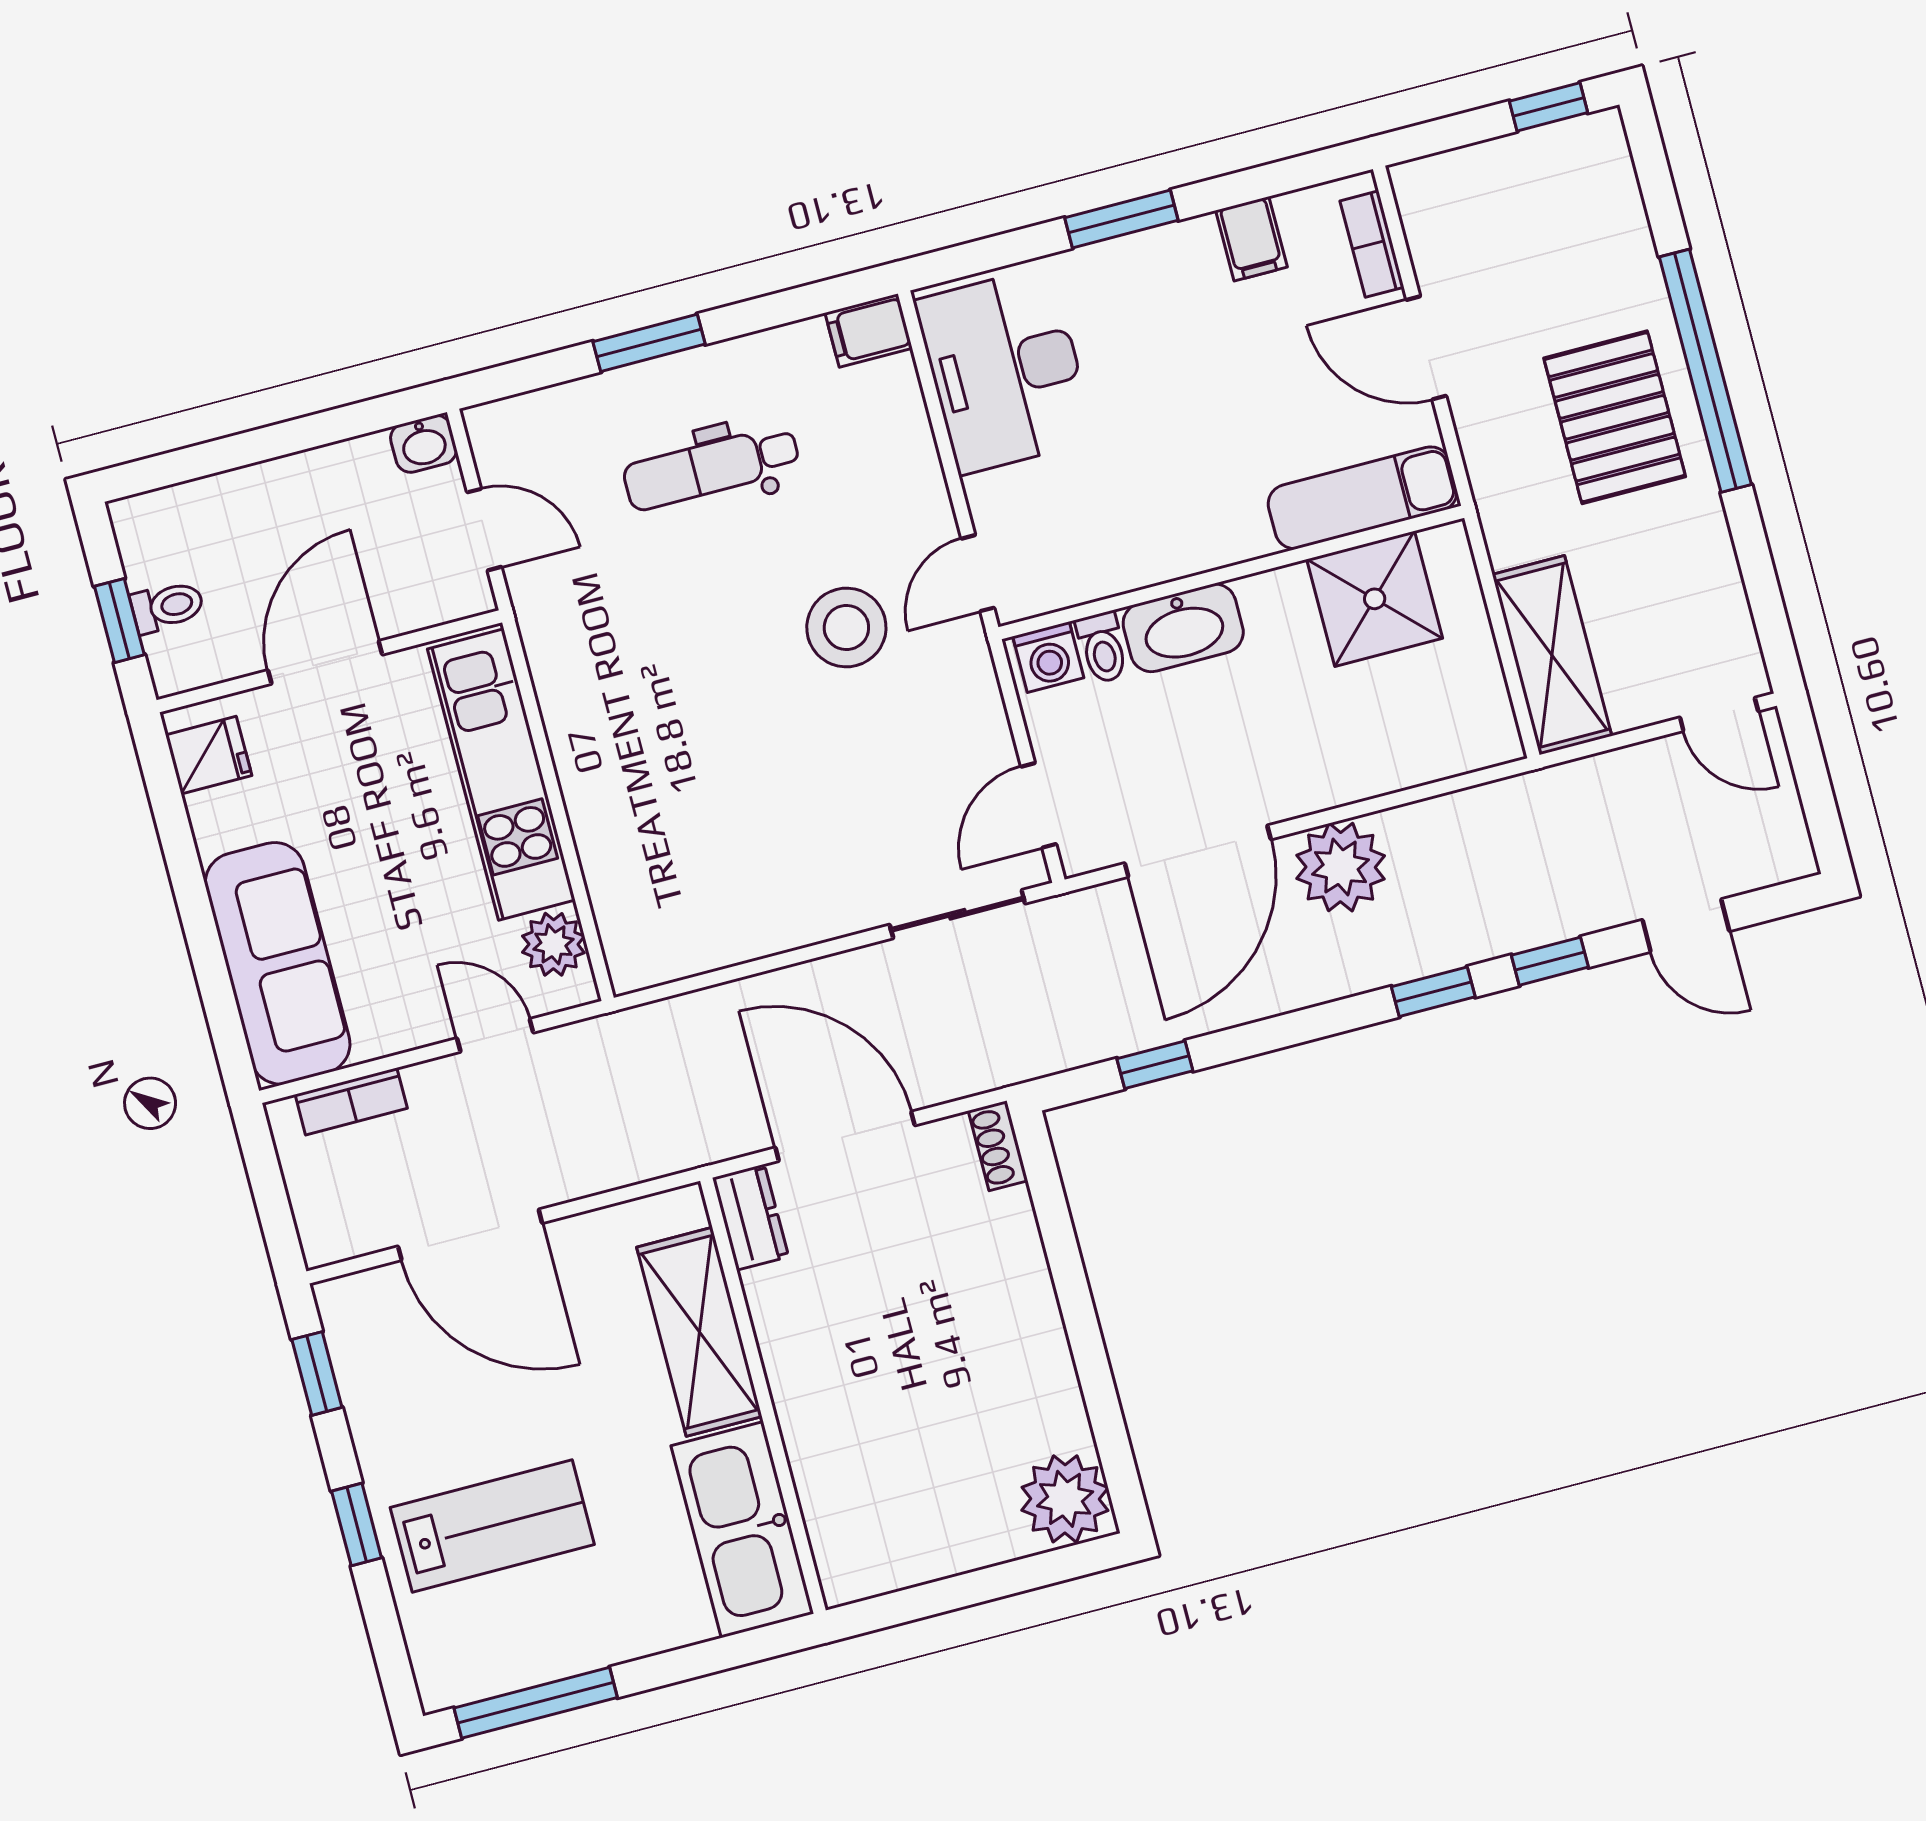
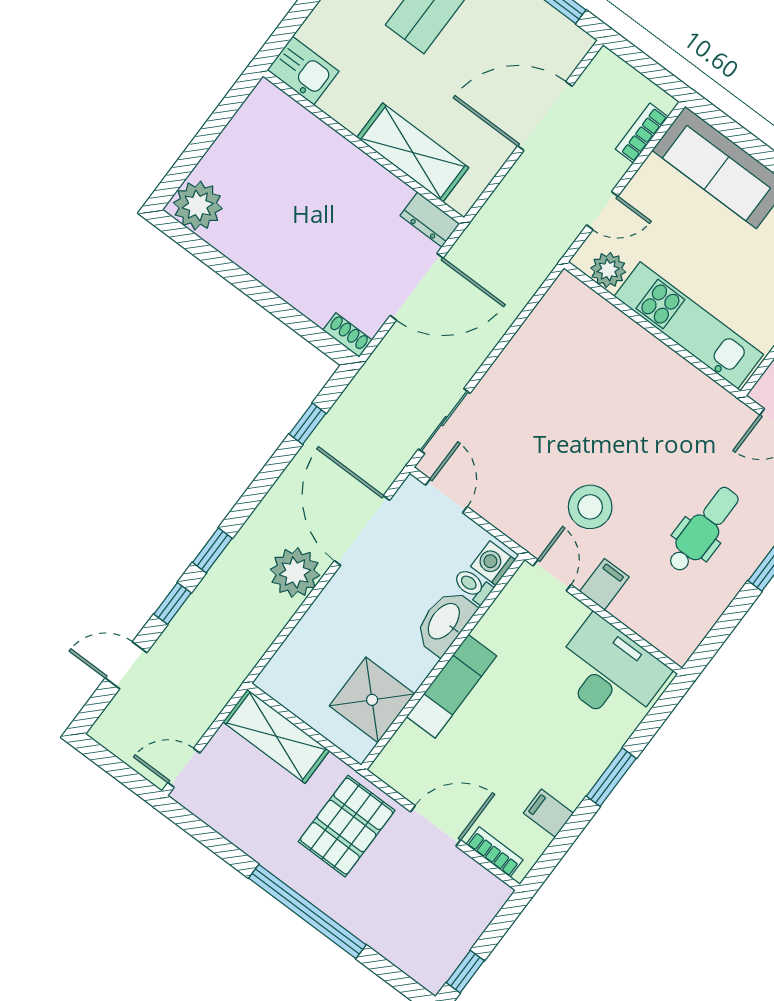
filing cabinet: (869, 331) -> (604, 584), moved
pallet: (1615, 417) -> (347, 826), moved, turned 90
exam couch: (1363, 498) -> (452, 686), moved
kitchen sink: (742, 1530) -> (303, 71), width x0.53, depth x0.81

